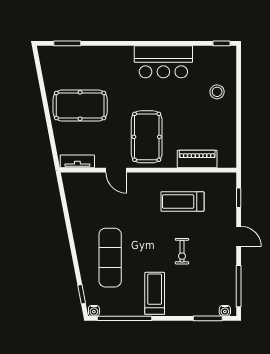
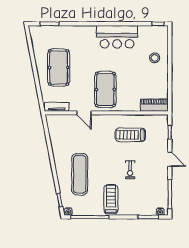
pool table: (80, 106) -> (59, 67), turned 90
piano: (197, 159) -> (154, 105), moved

